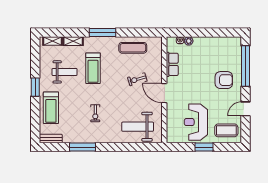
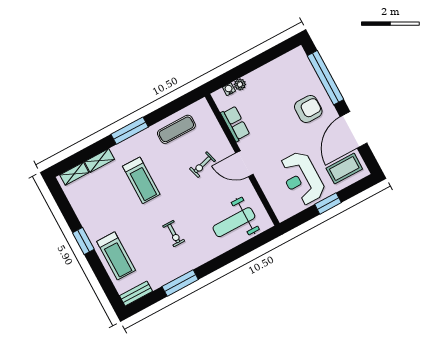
weight bench: (65, 72) -> (109, 203), removed
door: (246, 109) -> (354, 130), width x1.87

